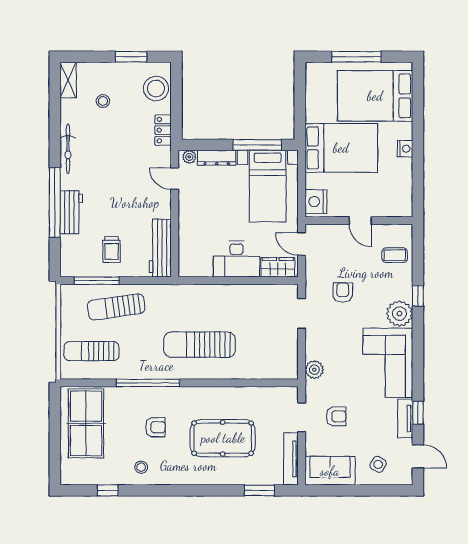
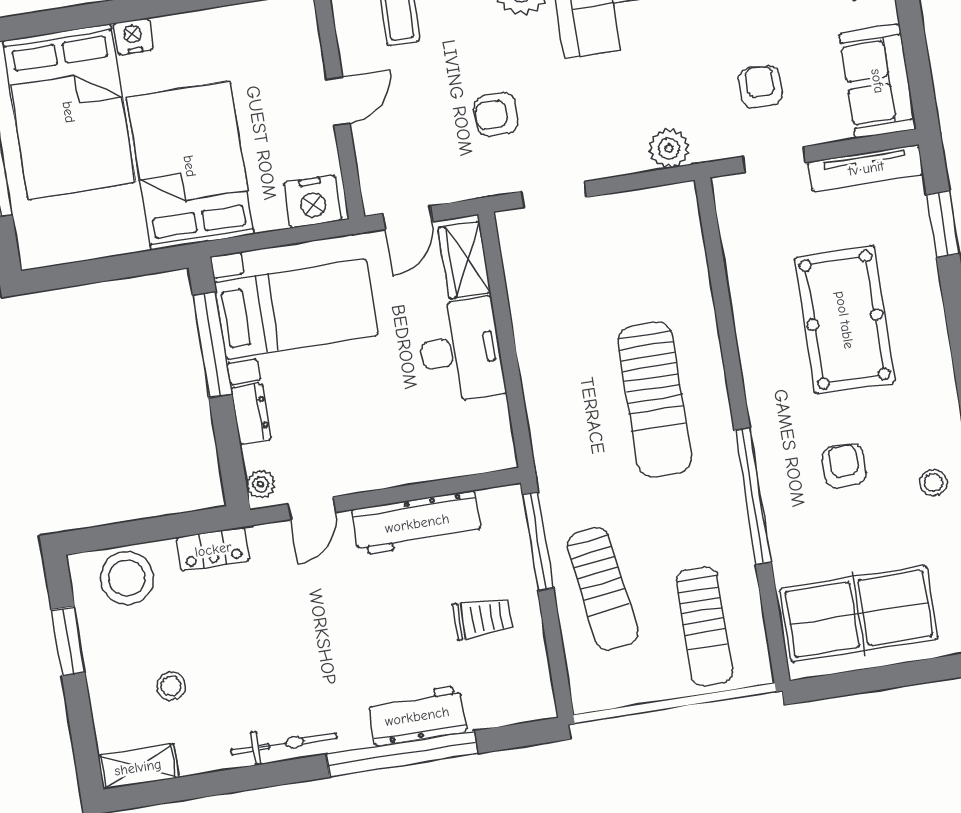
nightstand: (405, 149) -> (133, 37), moved
dresser: (217, 158) -> (251, 414), width x0.70
workbench: (160, 248) -> (417, 523), moved
window: (97, 281) -> (538, 541), moved

